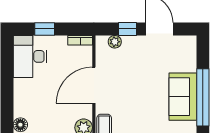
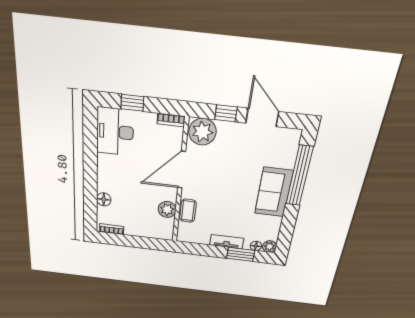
plant: (115, 42) -> (202, 132), width x1.88, depth x1.88
window: (203, 97) -> (299, 176), moved

